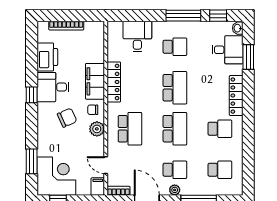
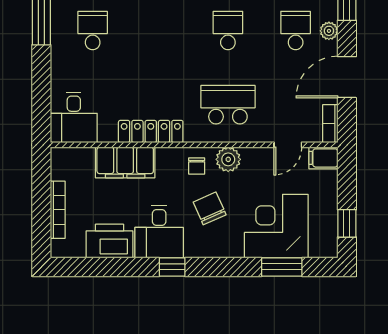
desk: (137, 36) -> (74, 117), moved, turned -90
filing cabinet: (95, 81) -> (125, 162), moved
school desk: (175, 88) -> (160, 30), removed
school desk: (175, 129) -> (228, 30), width x0.54
corner desk: (56, 176) -> (276, 226), moved

